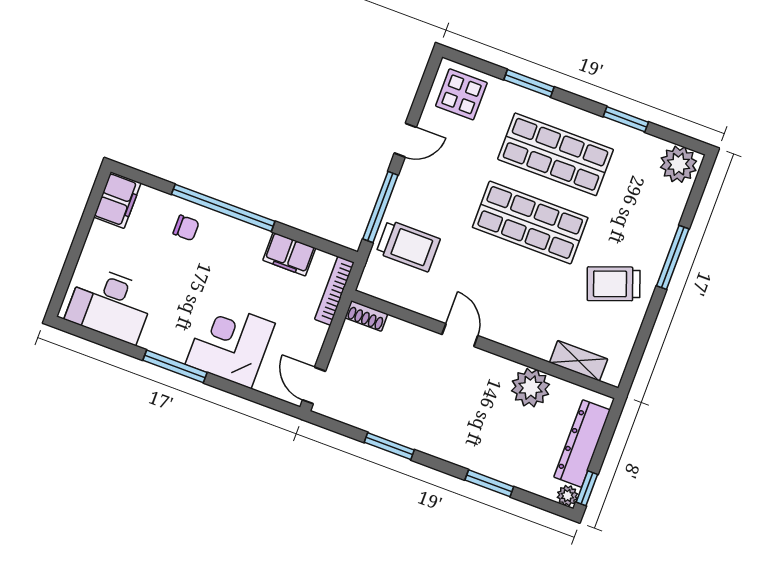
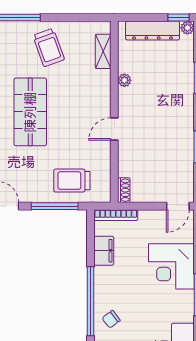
chair: (186, 228) -> (111, 319), turned -127
trolley: (408, 246) -> (72, 181), turned -90
plant: (531, 388) -> (124, 80), width x0.53, depth x0.53

